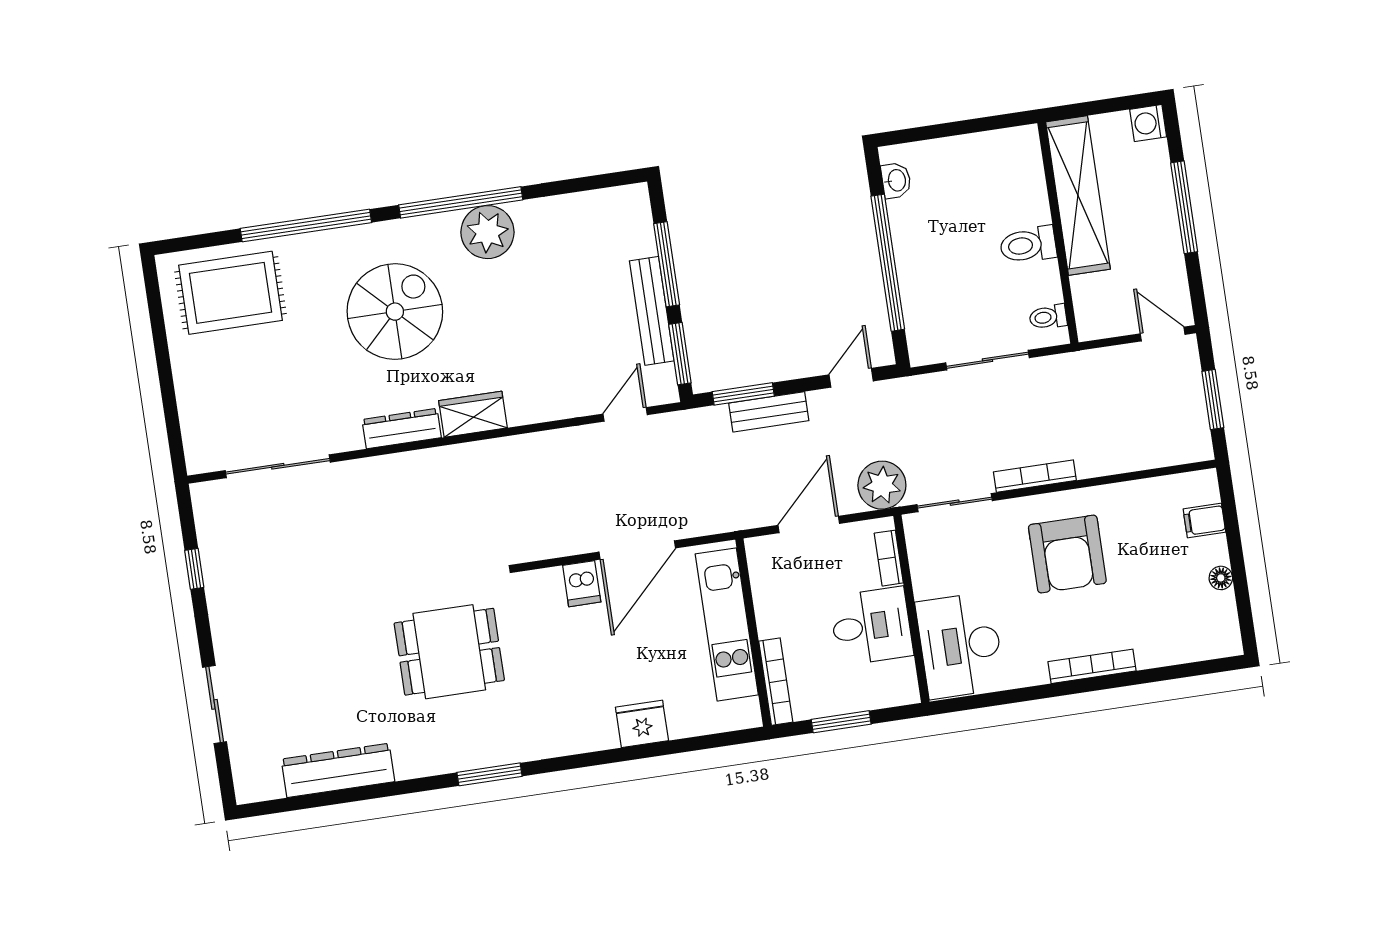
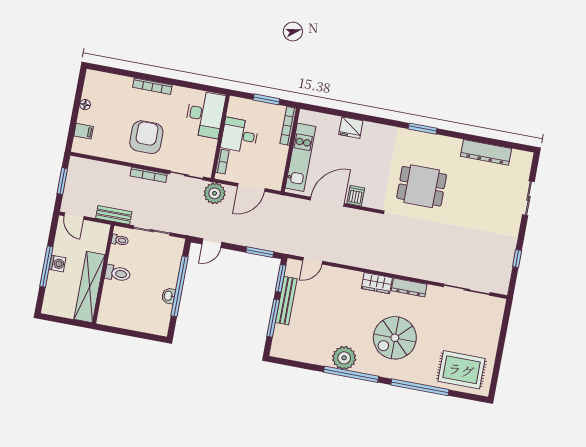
washing machine: (1148, 123) -> (57, 264), moved
washbasin: (896, 180) -> (169, 296), moved
bench: (769, 412) -> (114, 215), moved

